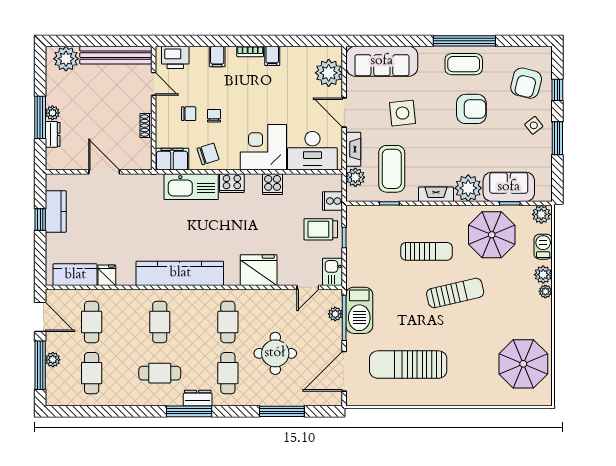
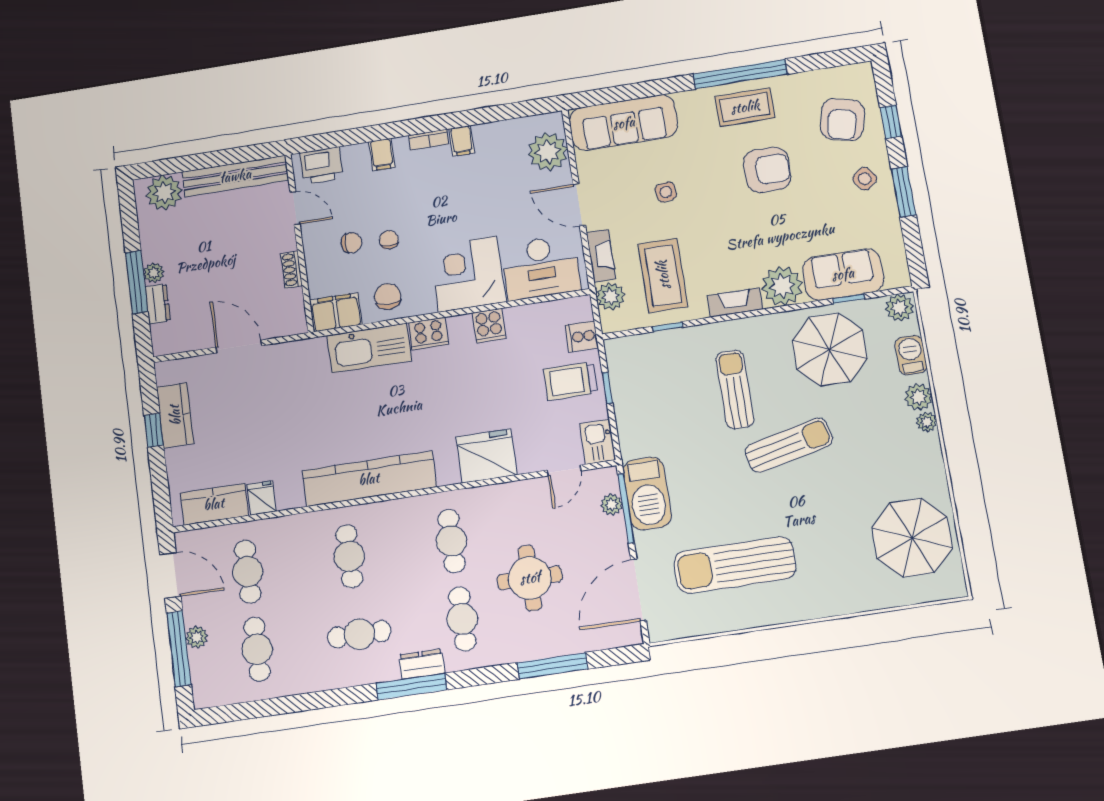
side table: (403, 113) -> (666, 192), width x0.54, depth x0.54
chair: (208, 154) -> (388, 296), turned -72
sun lounger: (427, 251) -> (735, 389), turned -90

